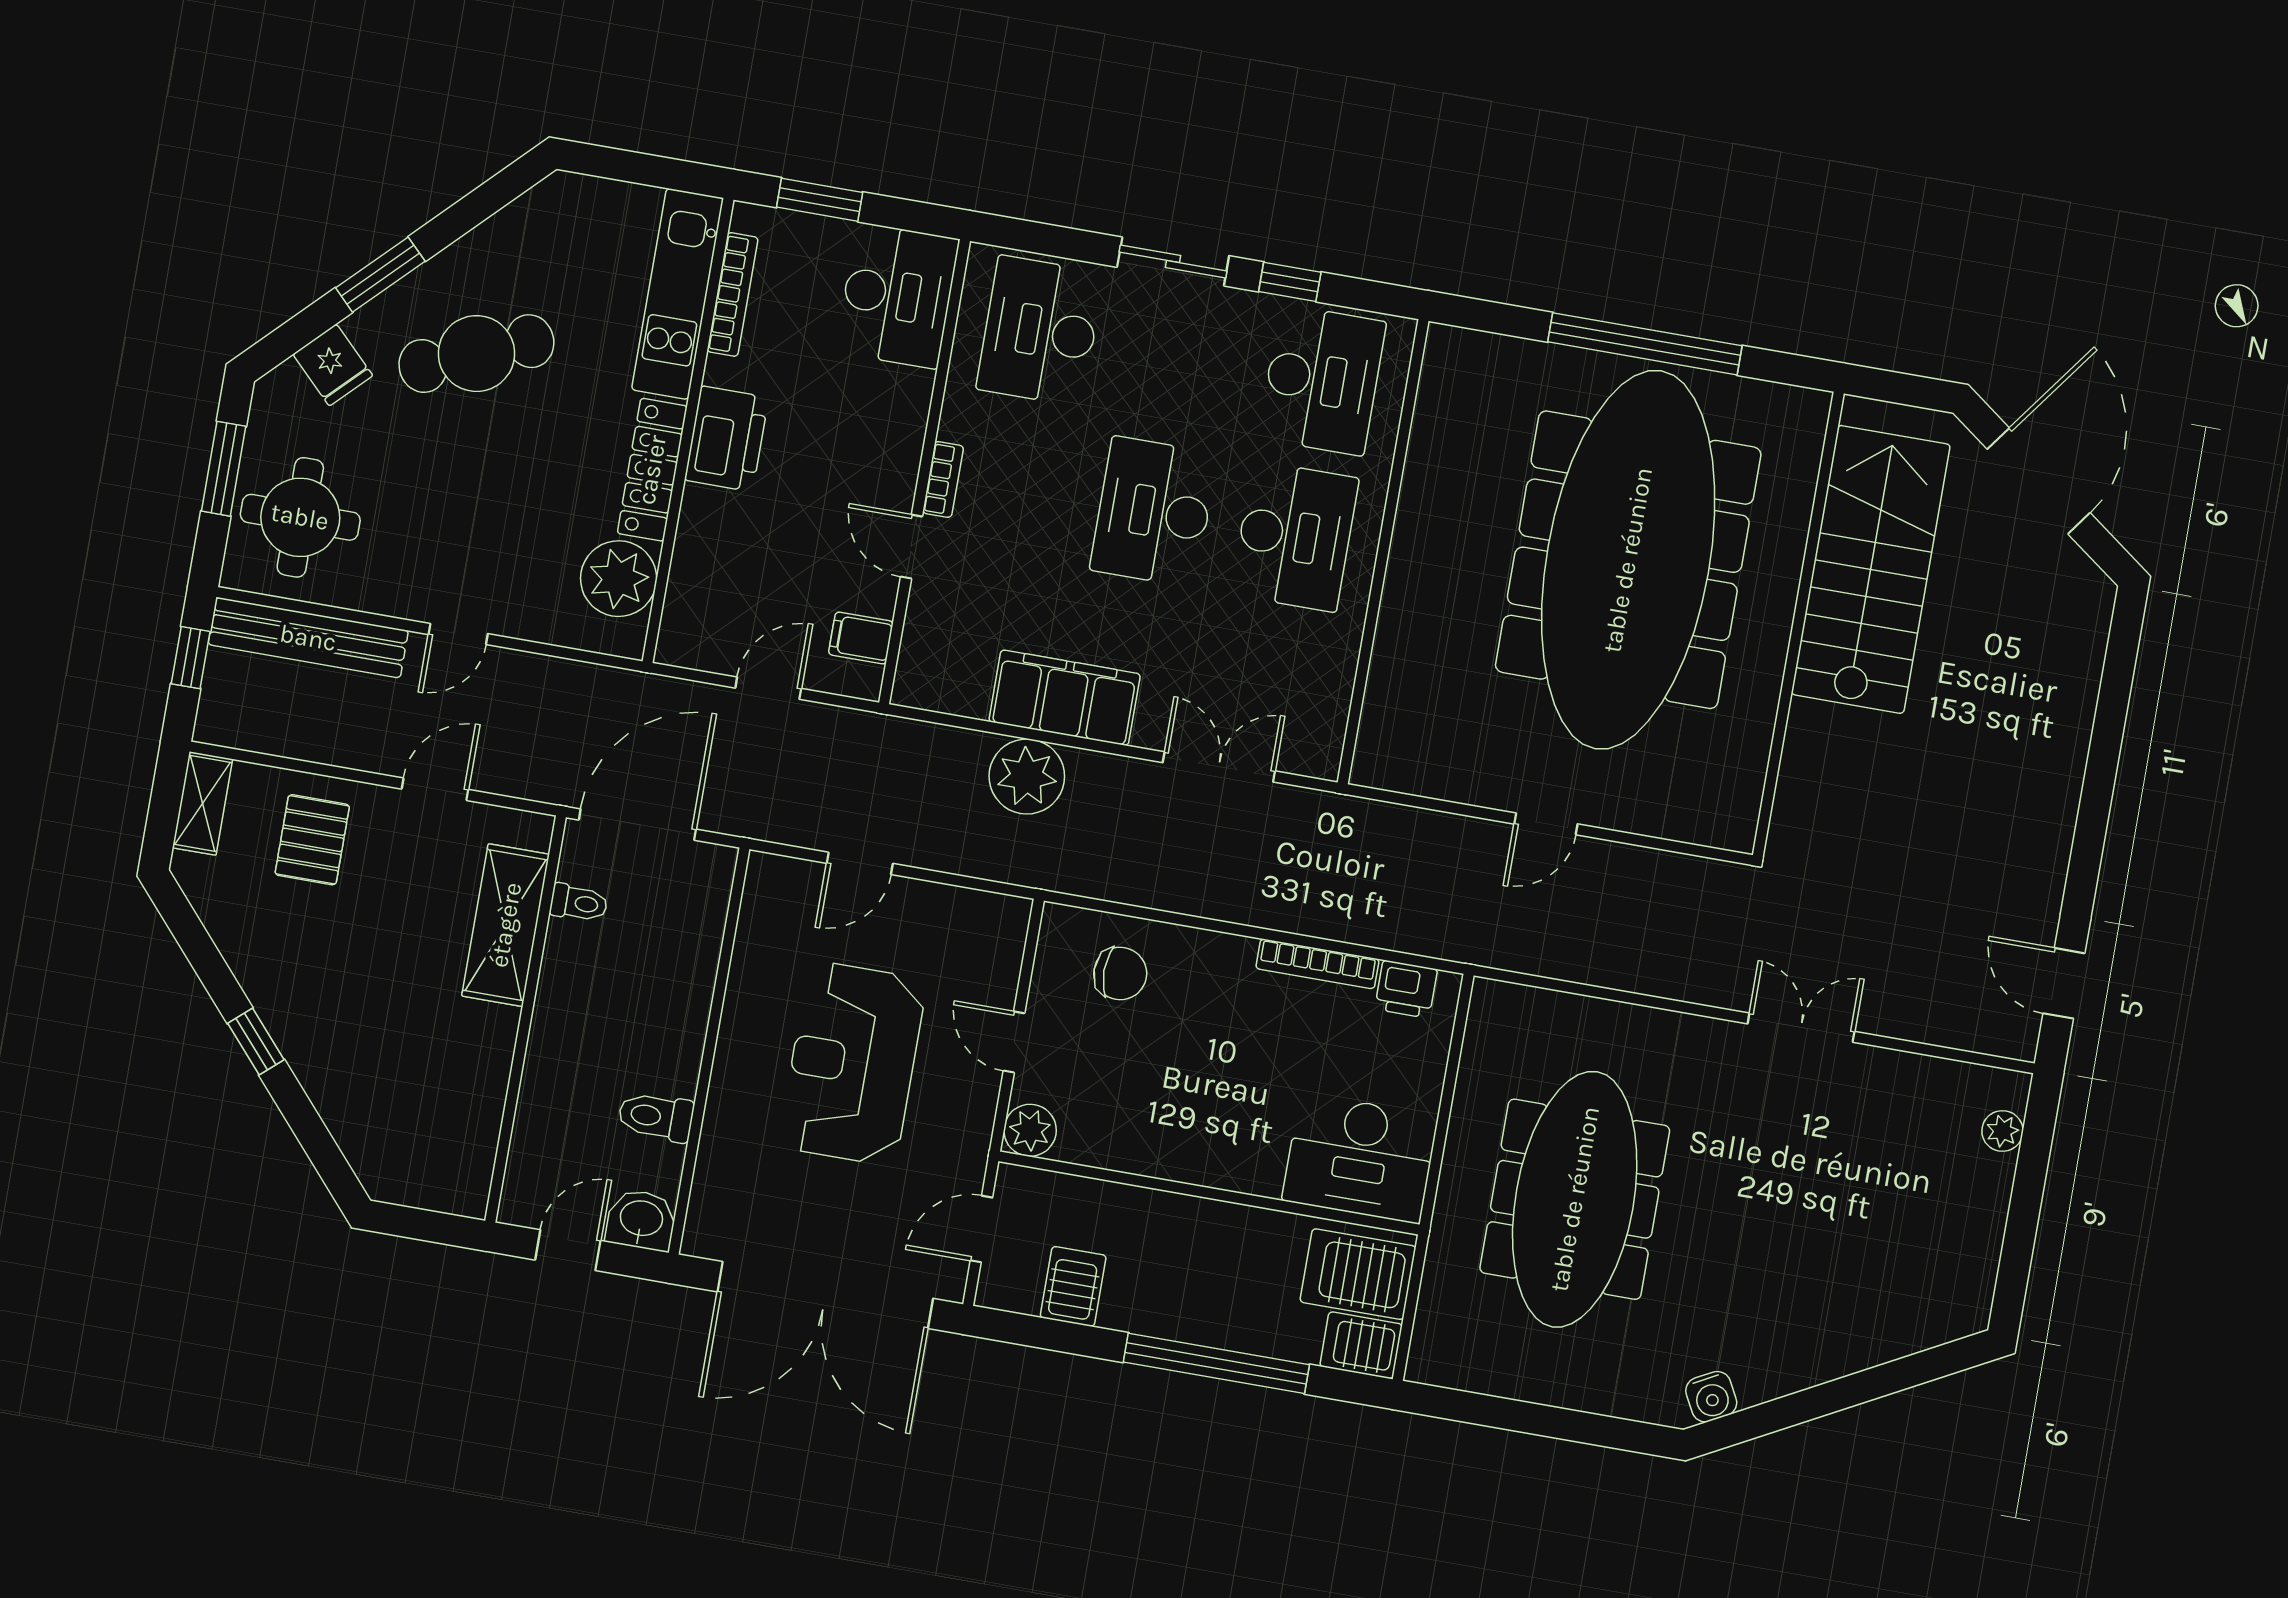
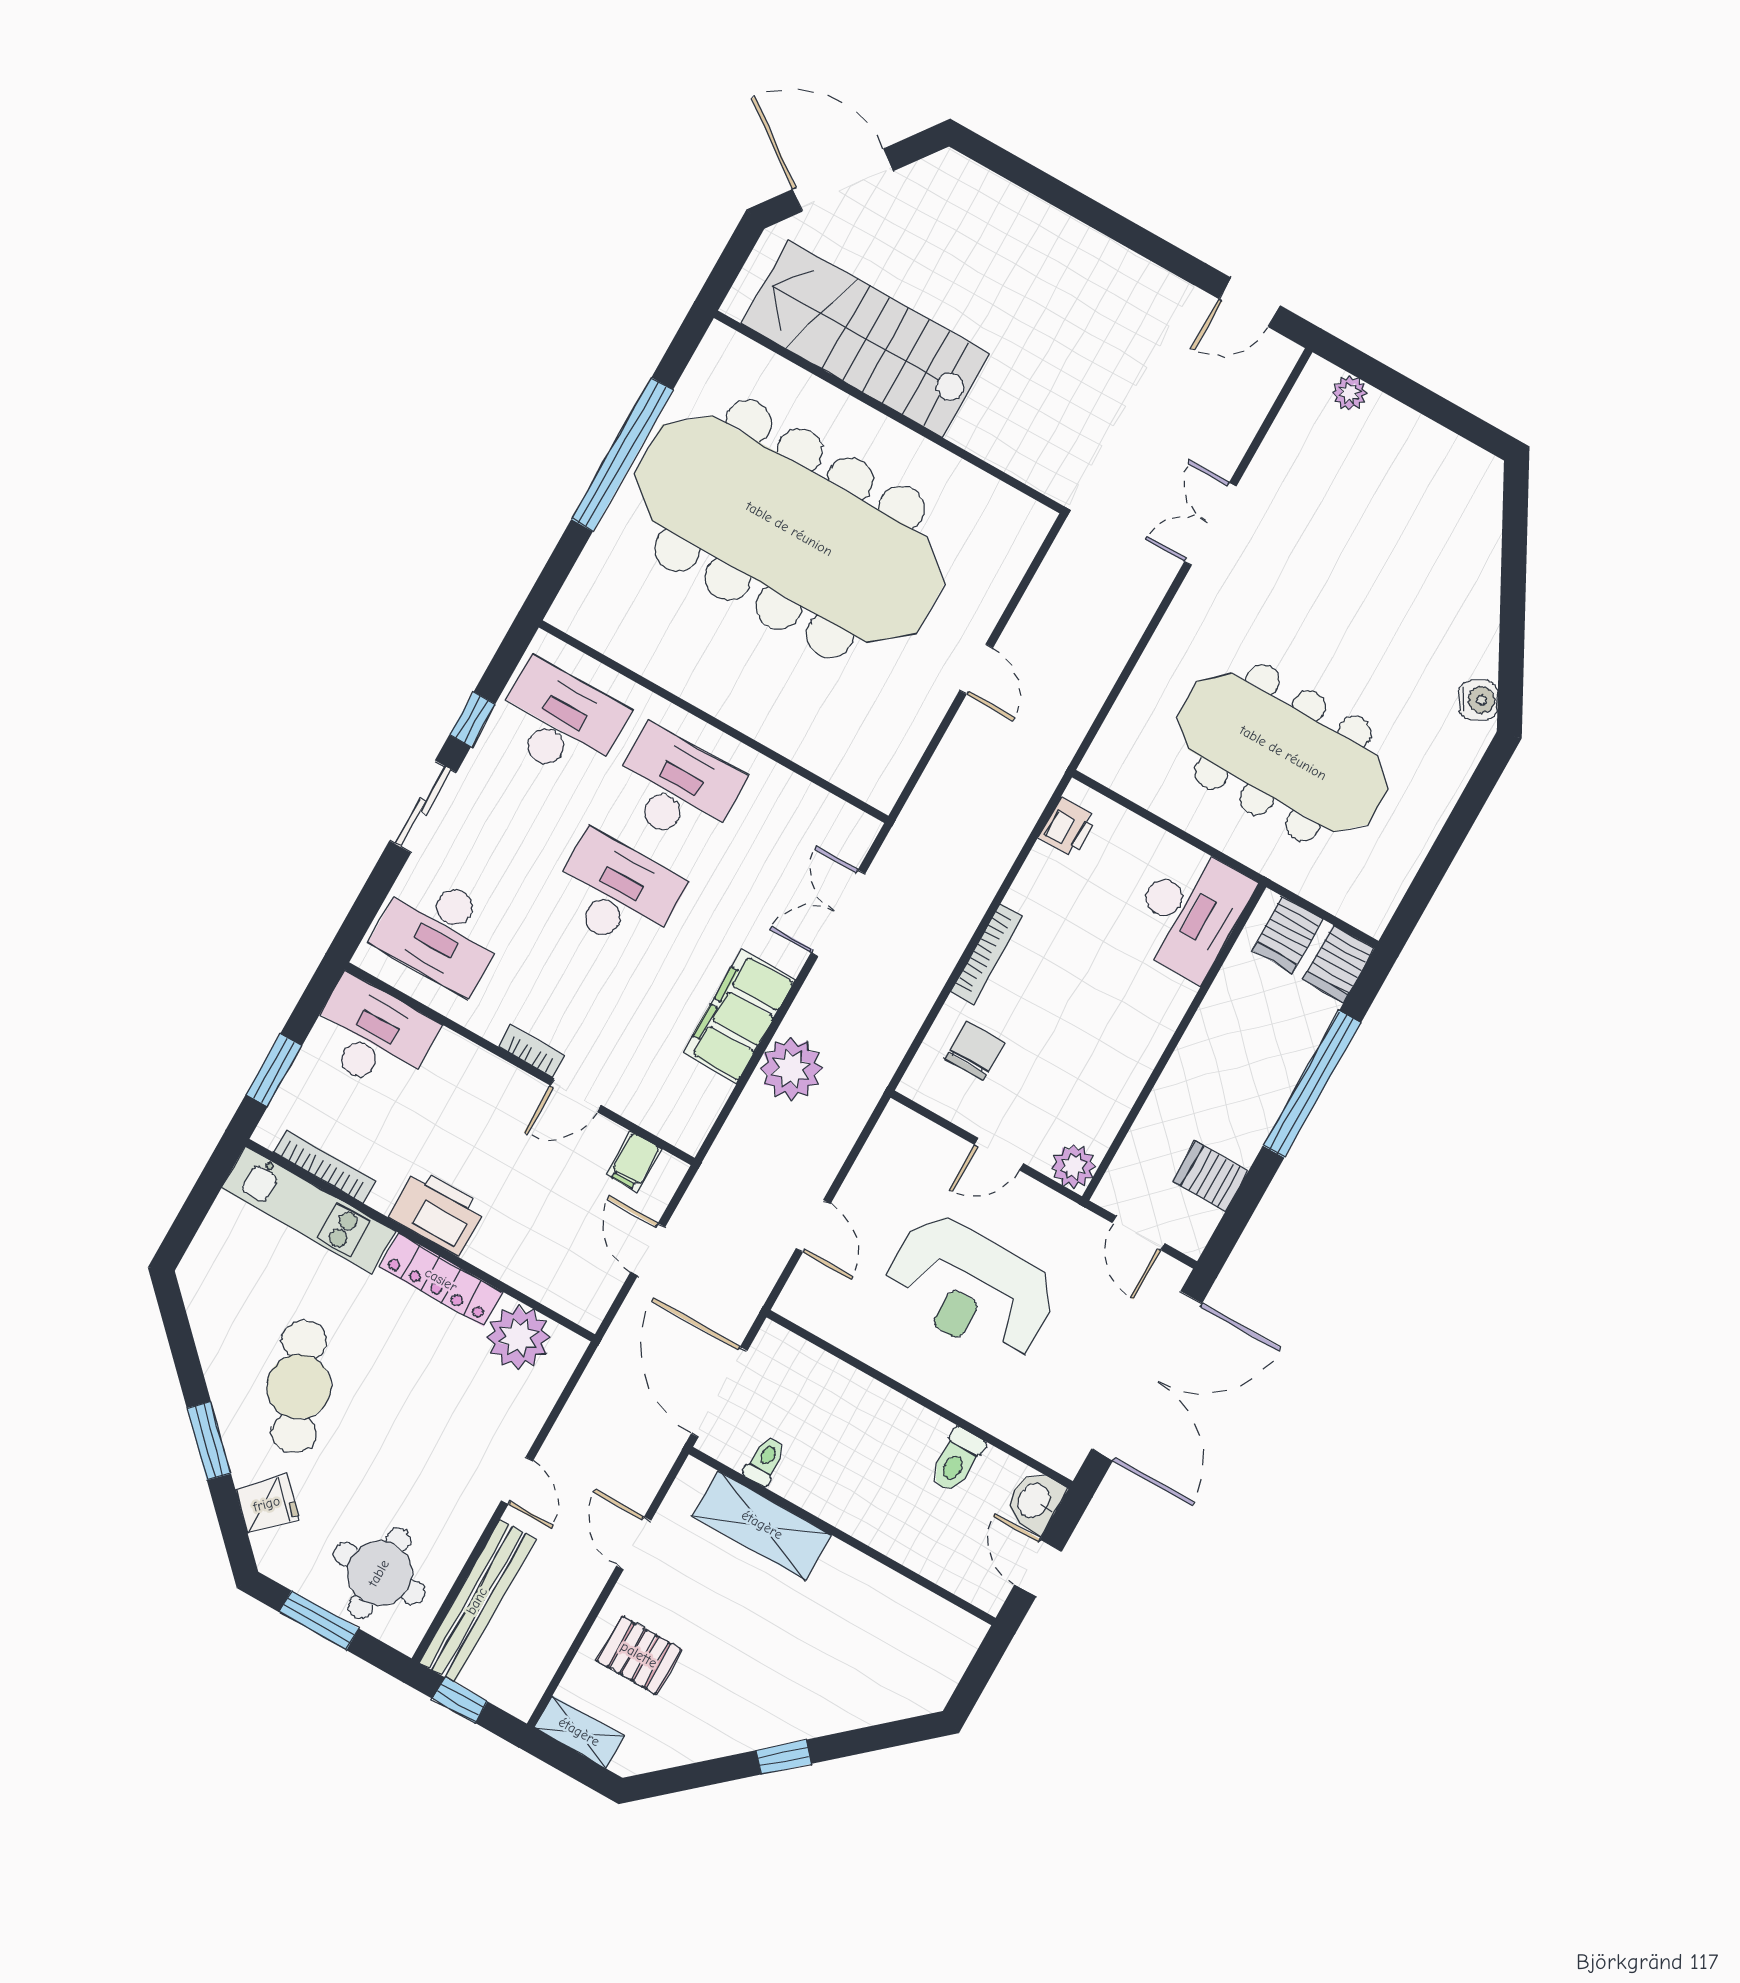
desk: (1154, 512) -> (617, 893), turned 180
bookcase: (1317, 964) -> (987, 954), moved
server rack: (1358, 1274) -> (1288, 935), width x0.73, depth x0.70

